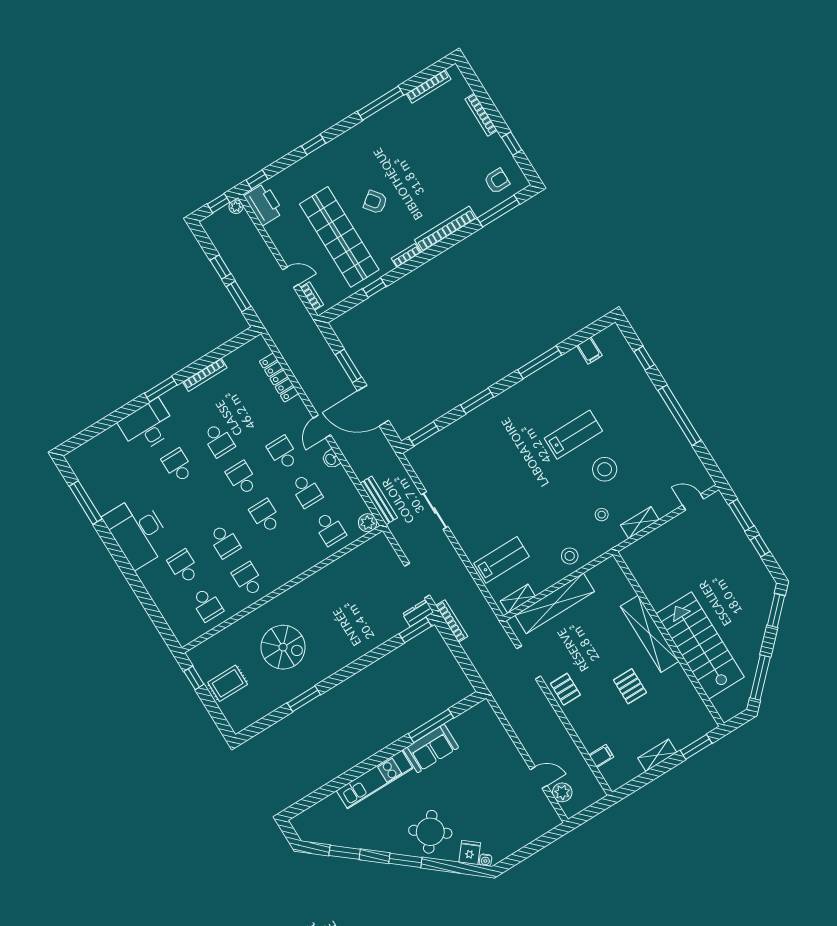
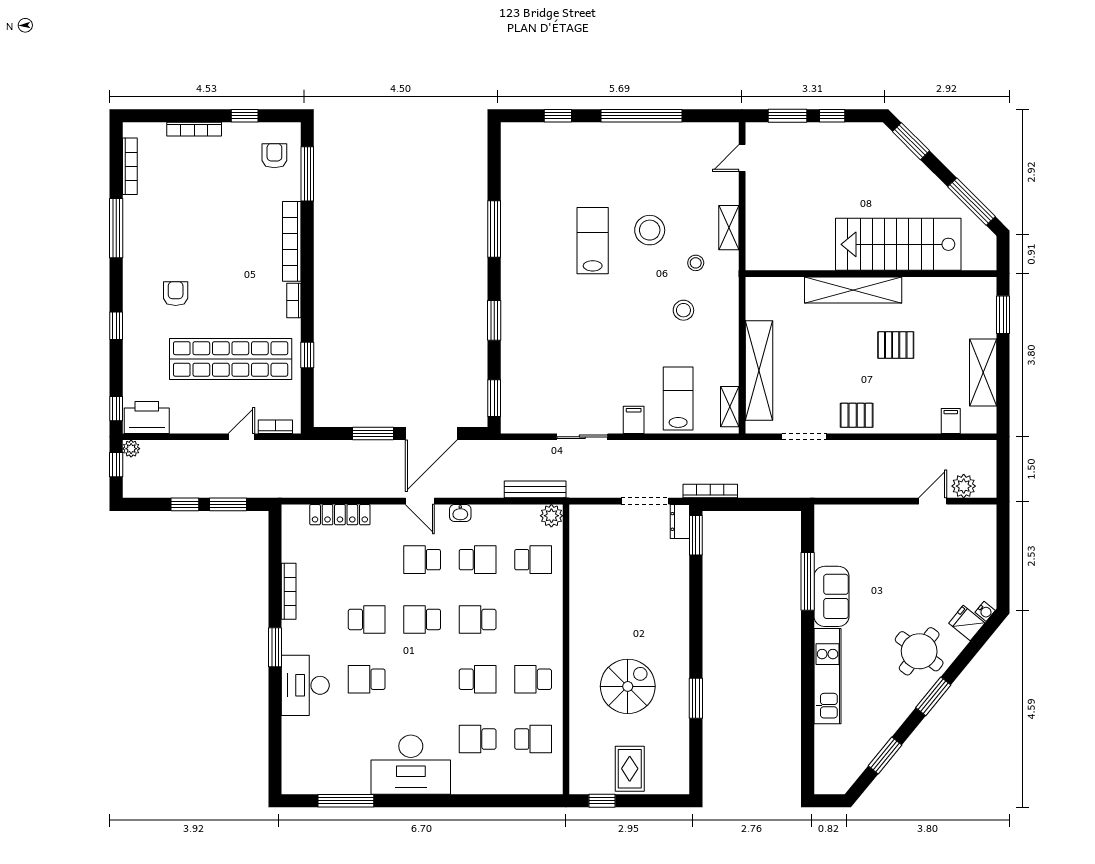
armchair: (375, 202) -> (176, 294), moved, turned 128
filing cabinet: (589, 351) -> (634, 420), moved, turned -90
stool: (570, 556) -> (683, 310), moved
shelving: (657, 755) -> (983, 372), width x1.50, depth x1.33

